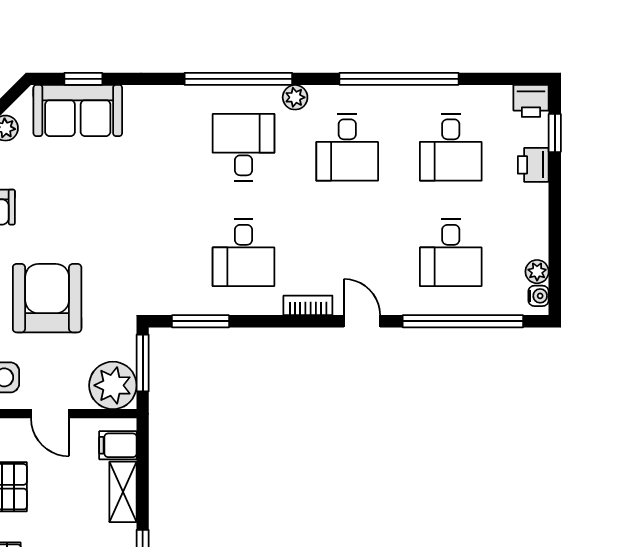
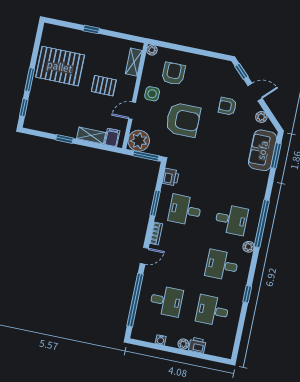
window: (83, 79) -> (276, 156), width x1.50
window: (399, 79) -> (247, 294), width x0.32
printer: (531, 101) -> (171, 177), moved, turned 180
window: (555, 133) -> (209, 357), removed
desk: (451, 253) -> (166, 301), turned 180
plant: (537, 272) -> (183, 344), moved
water cooler: (538, 296) -> (161, 340), moved
window: (200, 321) -> (155, 203), moved

